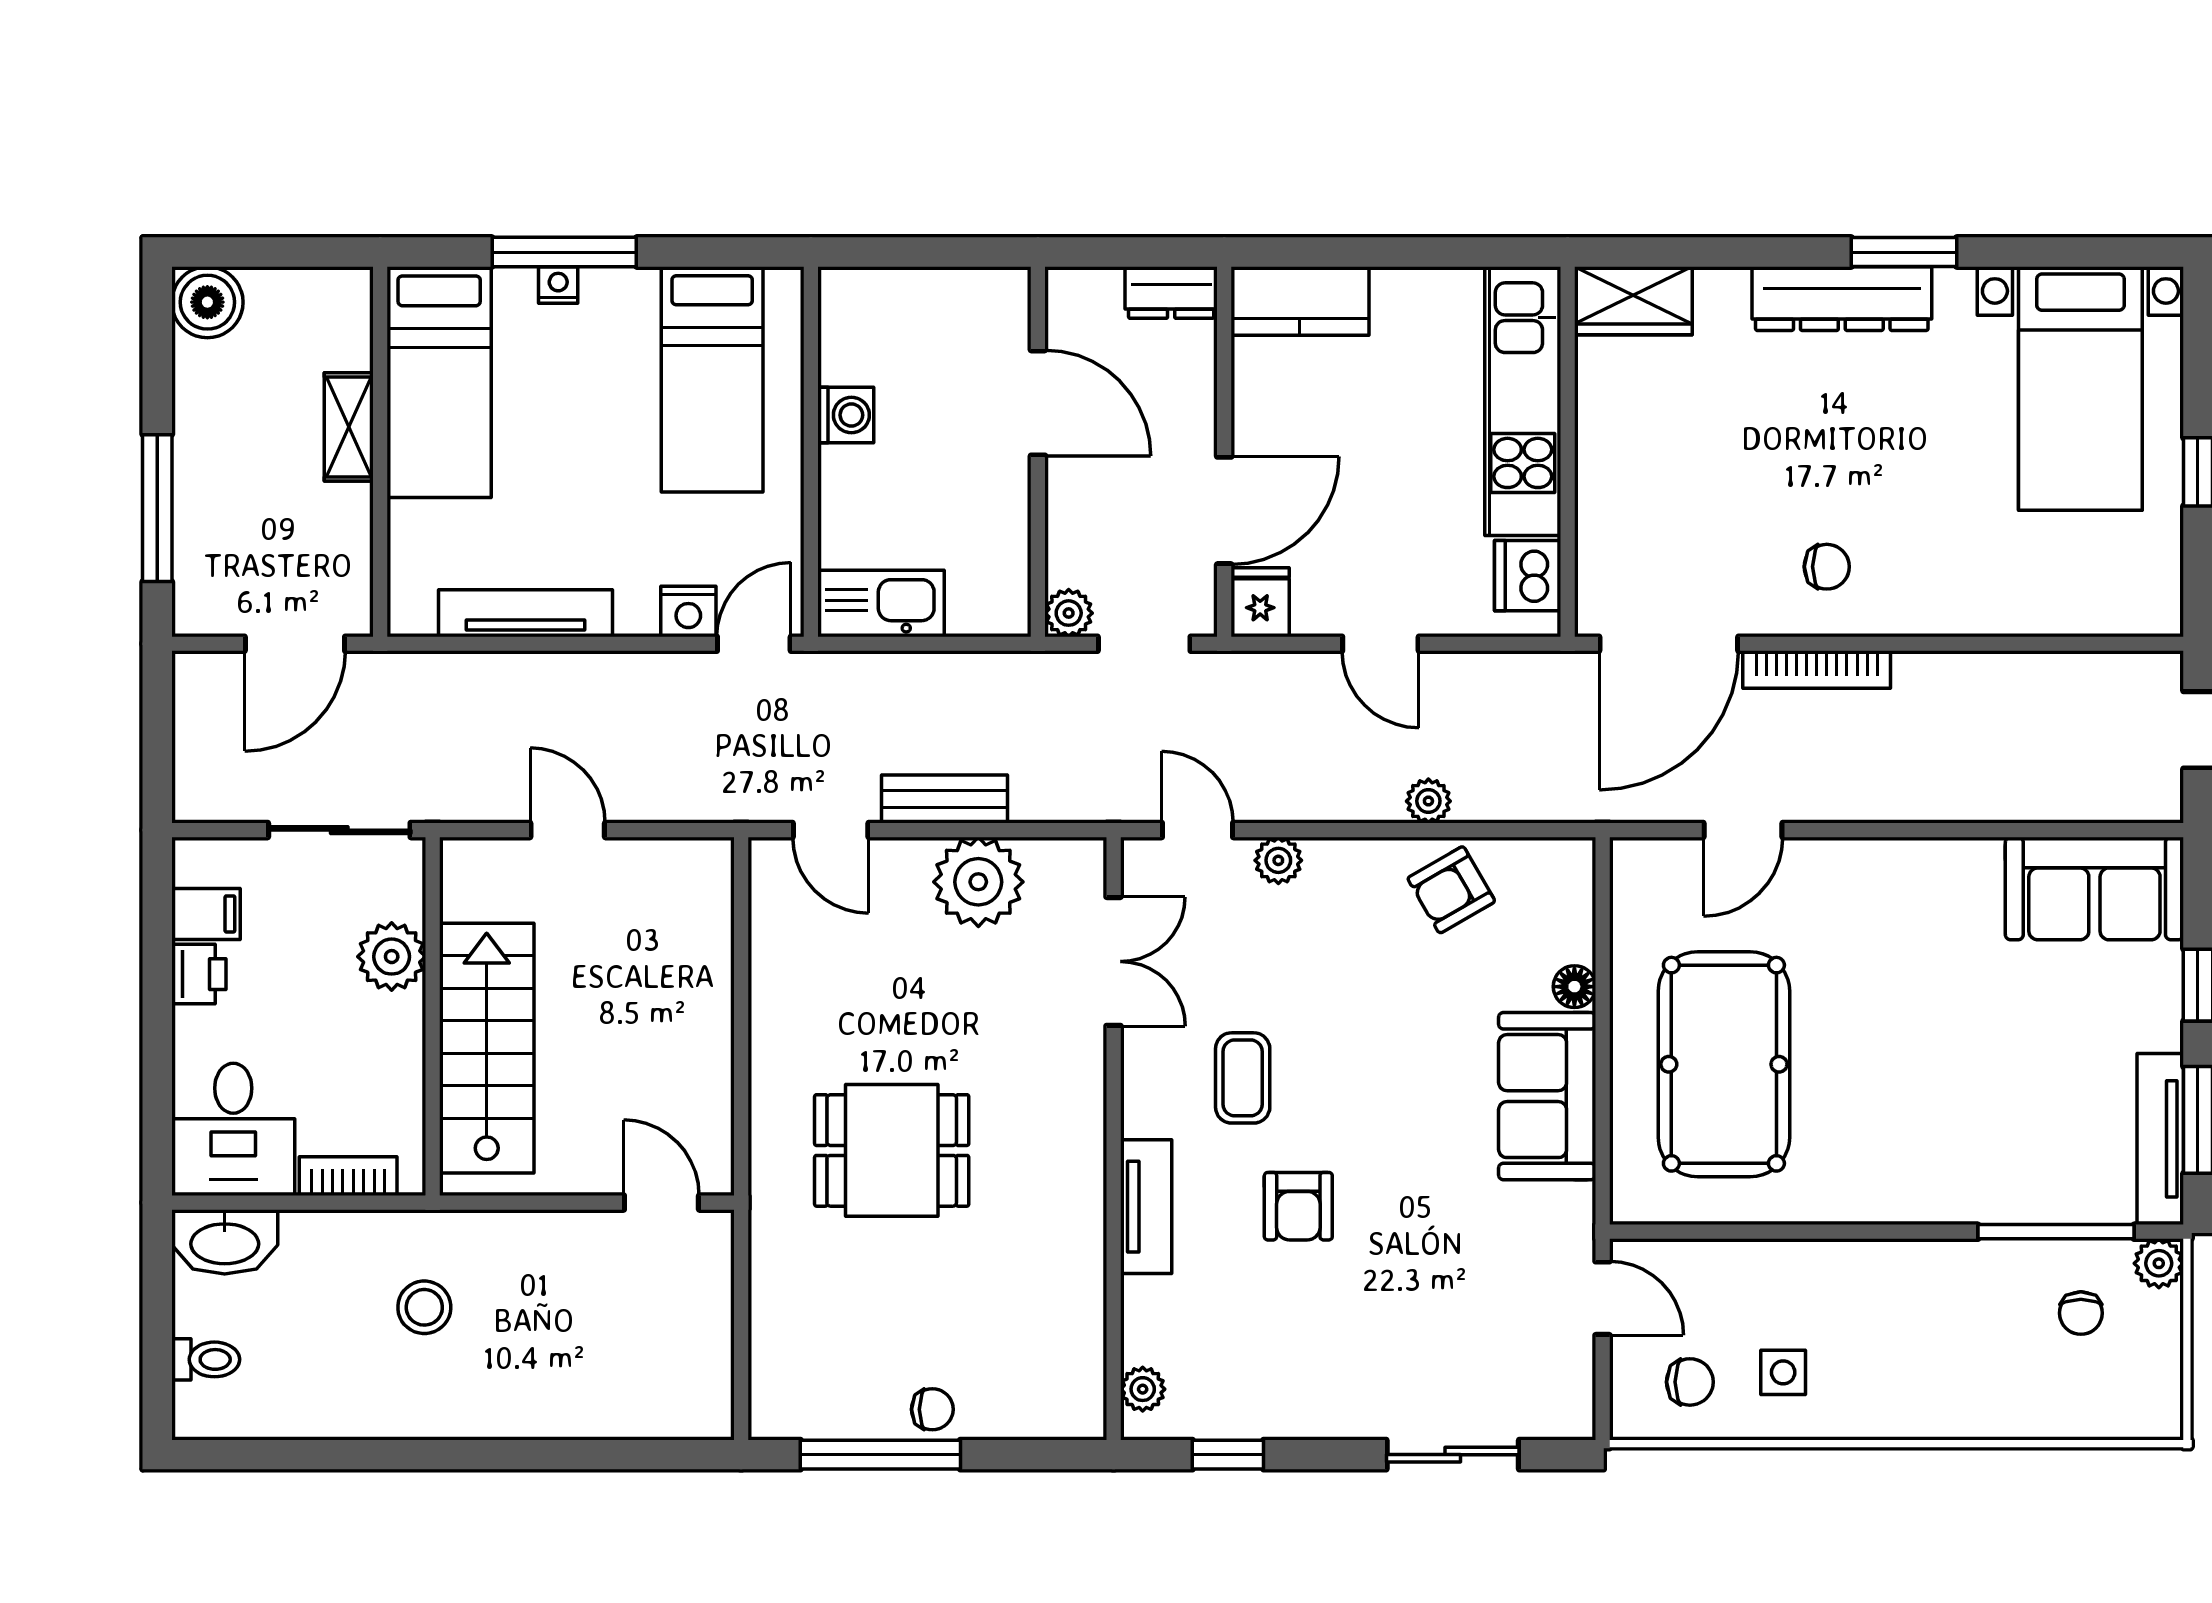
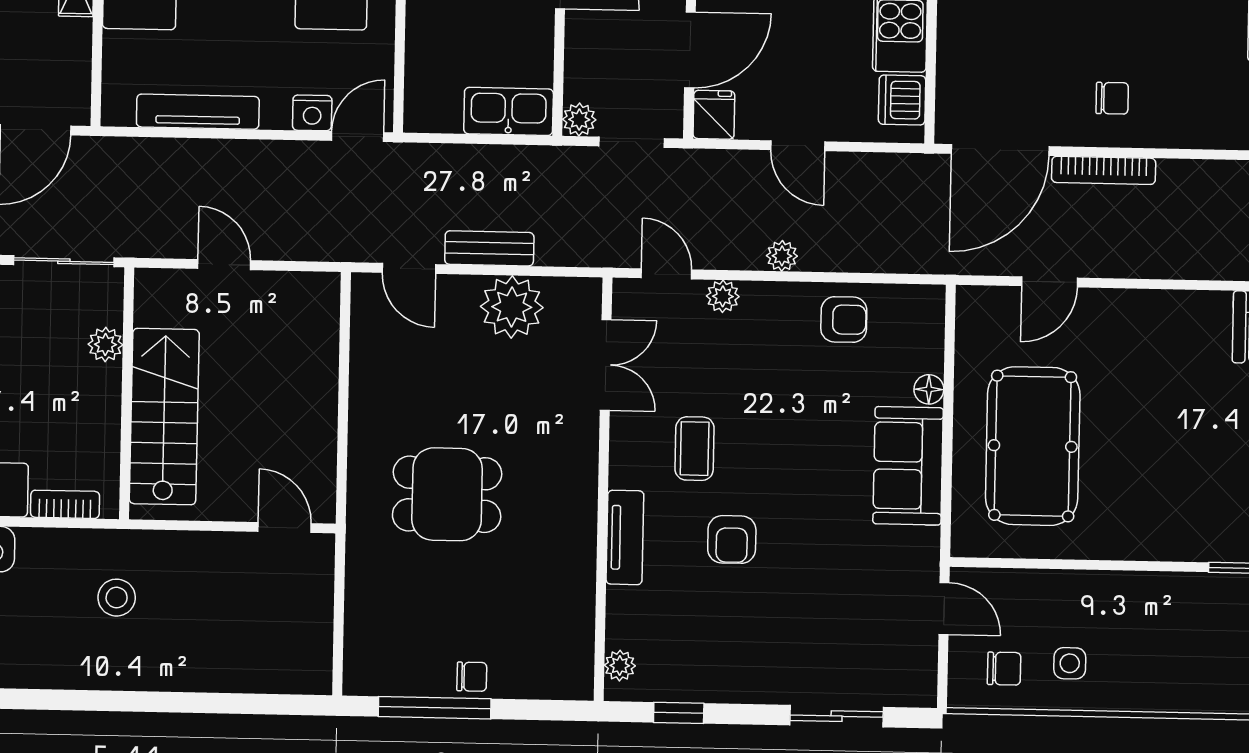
kitchen sink: (881, 604) -> (509, 111), moved
plant: (1428, 801) -> (782, 256), moved
armchair: (1451, 890) -> (844, 320), turned -150
plant: (392, 957) -> (105, 344), width x0.73, depth x0.73

